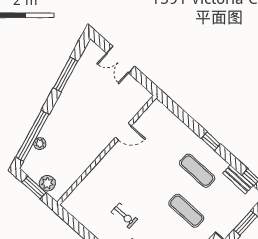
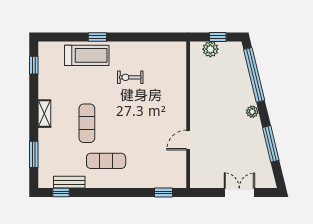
window: (211, 141) -> (163, 192), moved
plant: (40, 144) -> (252, 112), moved
window: (34, 187) -> (218, 37), width x0.67
exercise mat: (186, 211) -> (87, 123), turned 90

